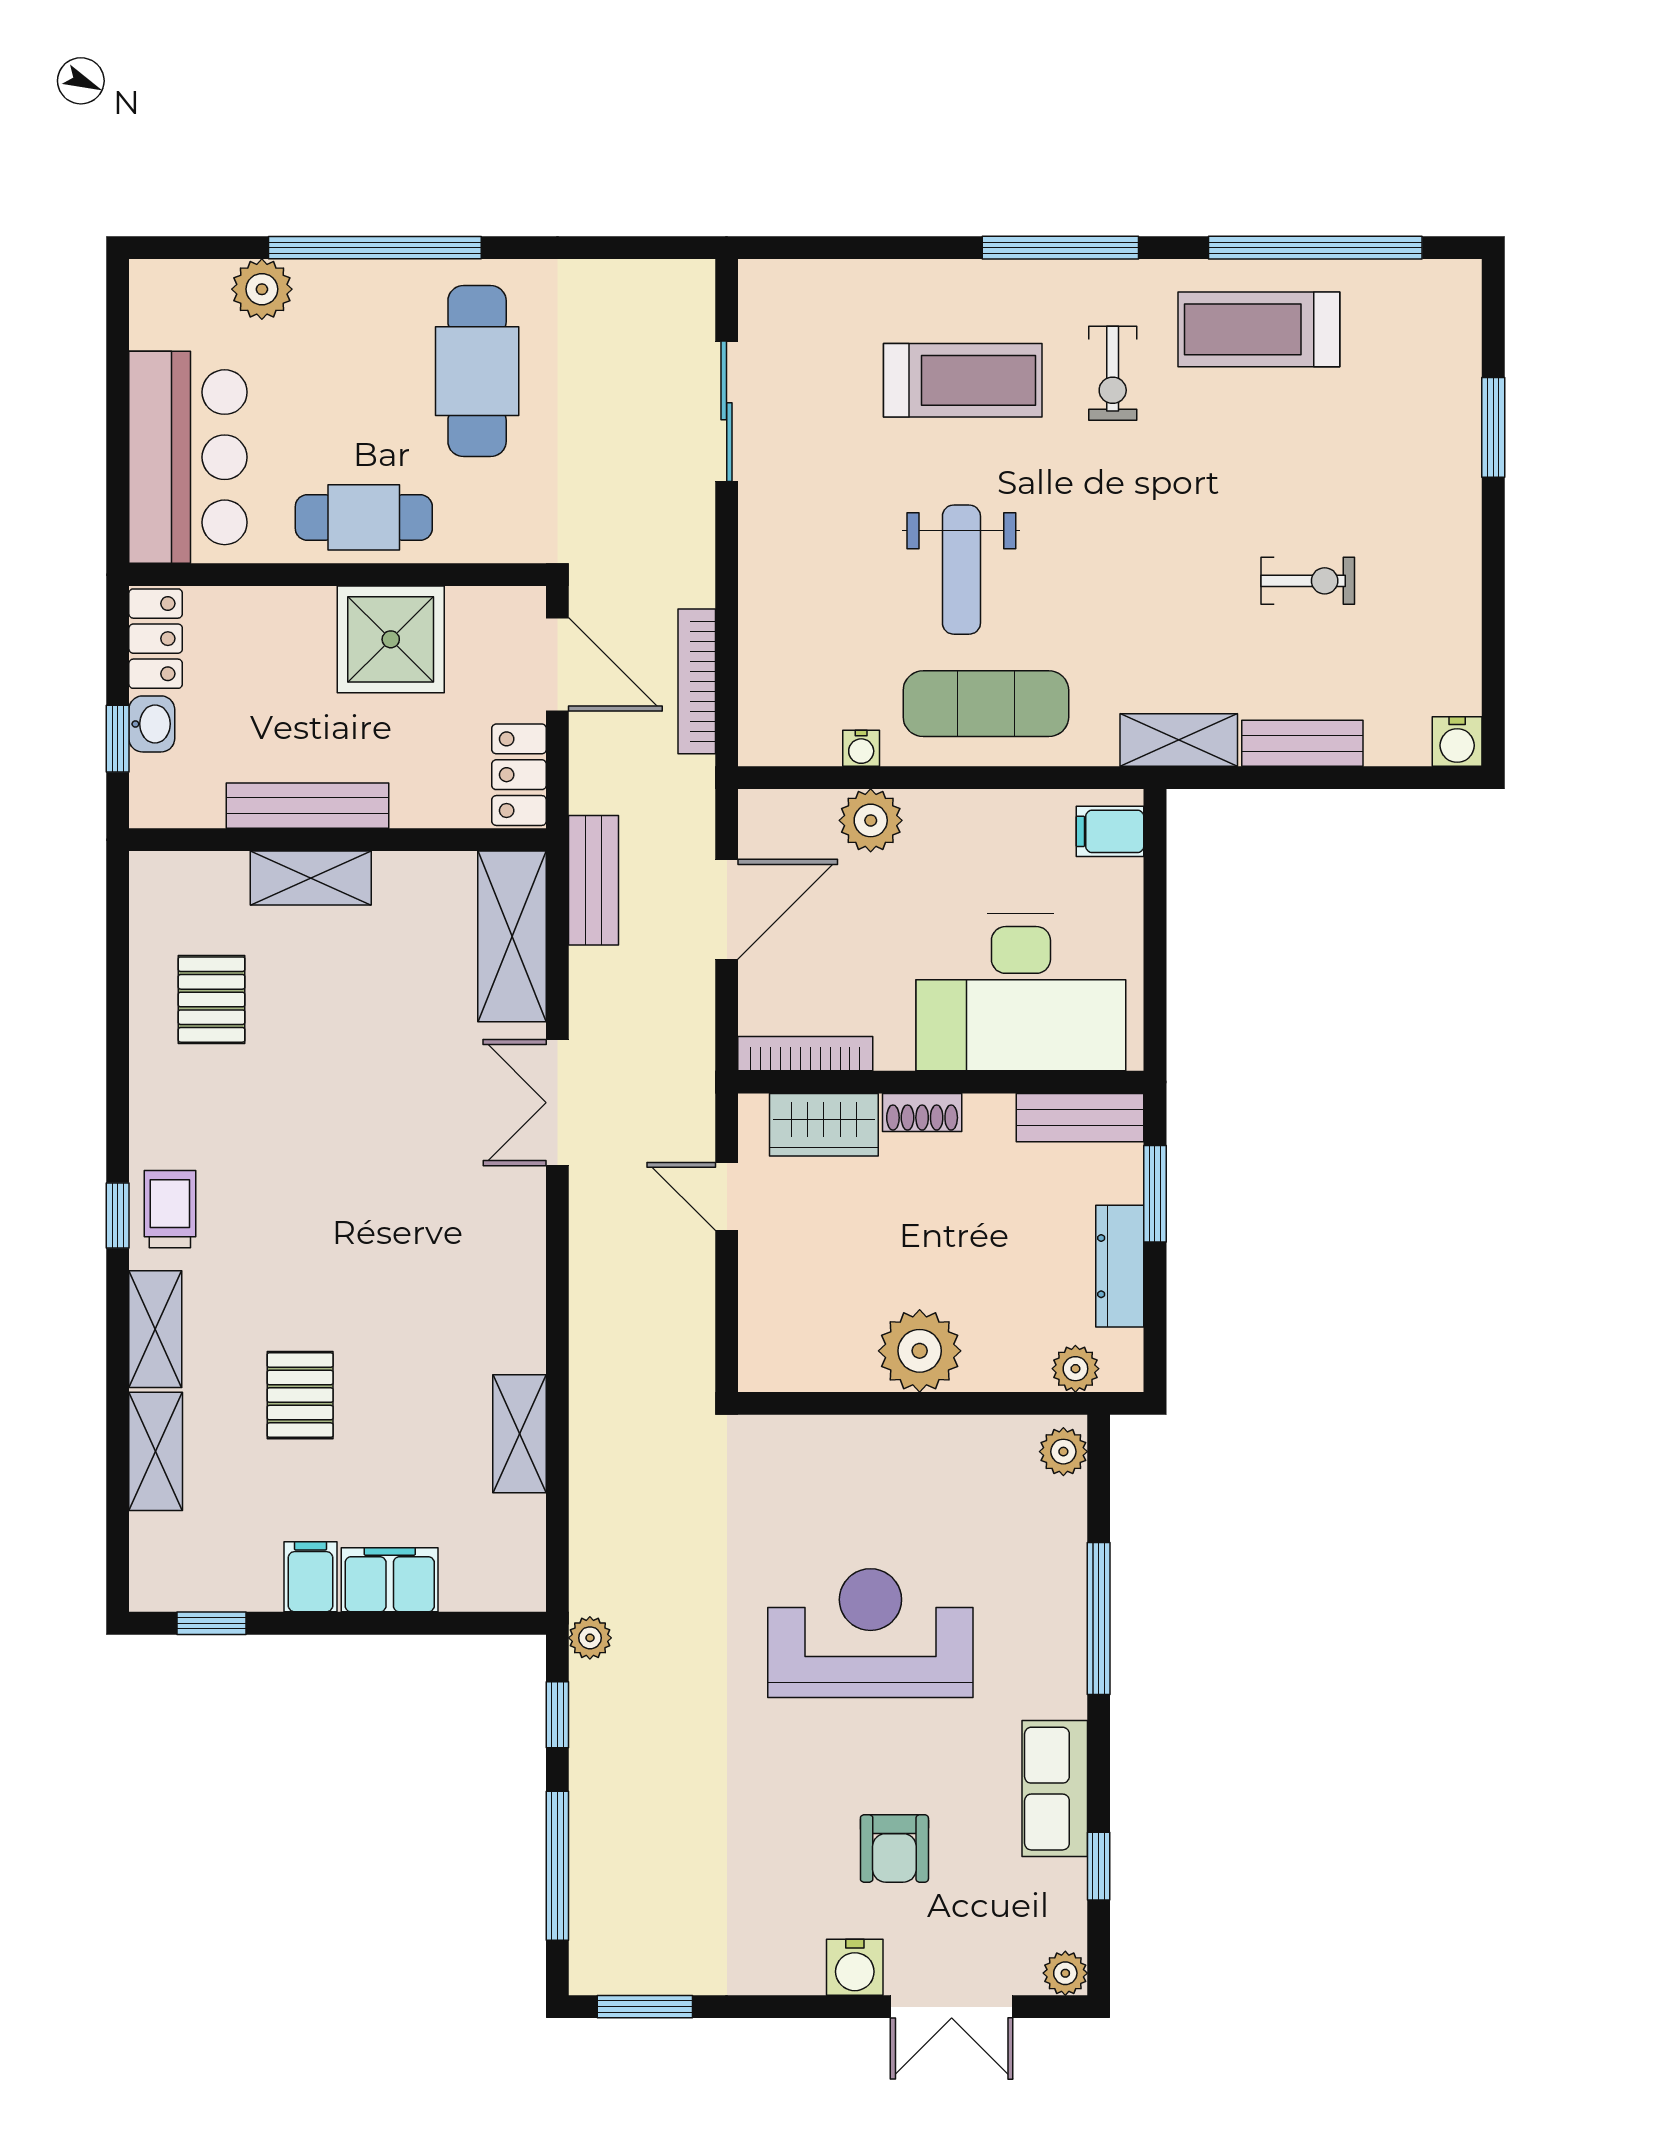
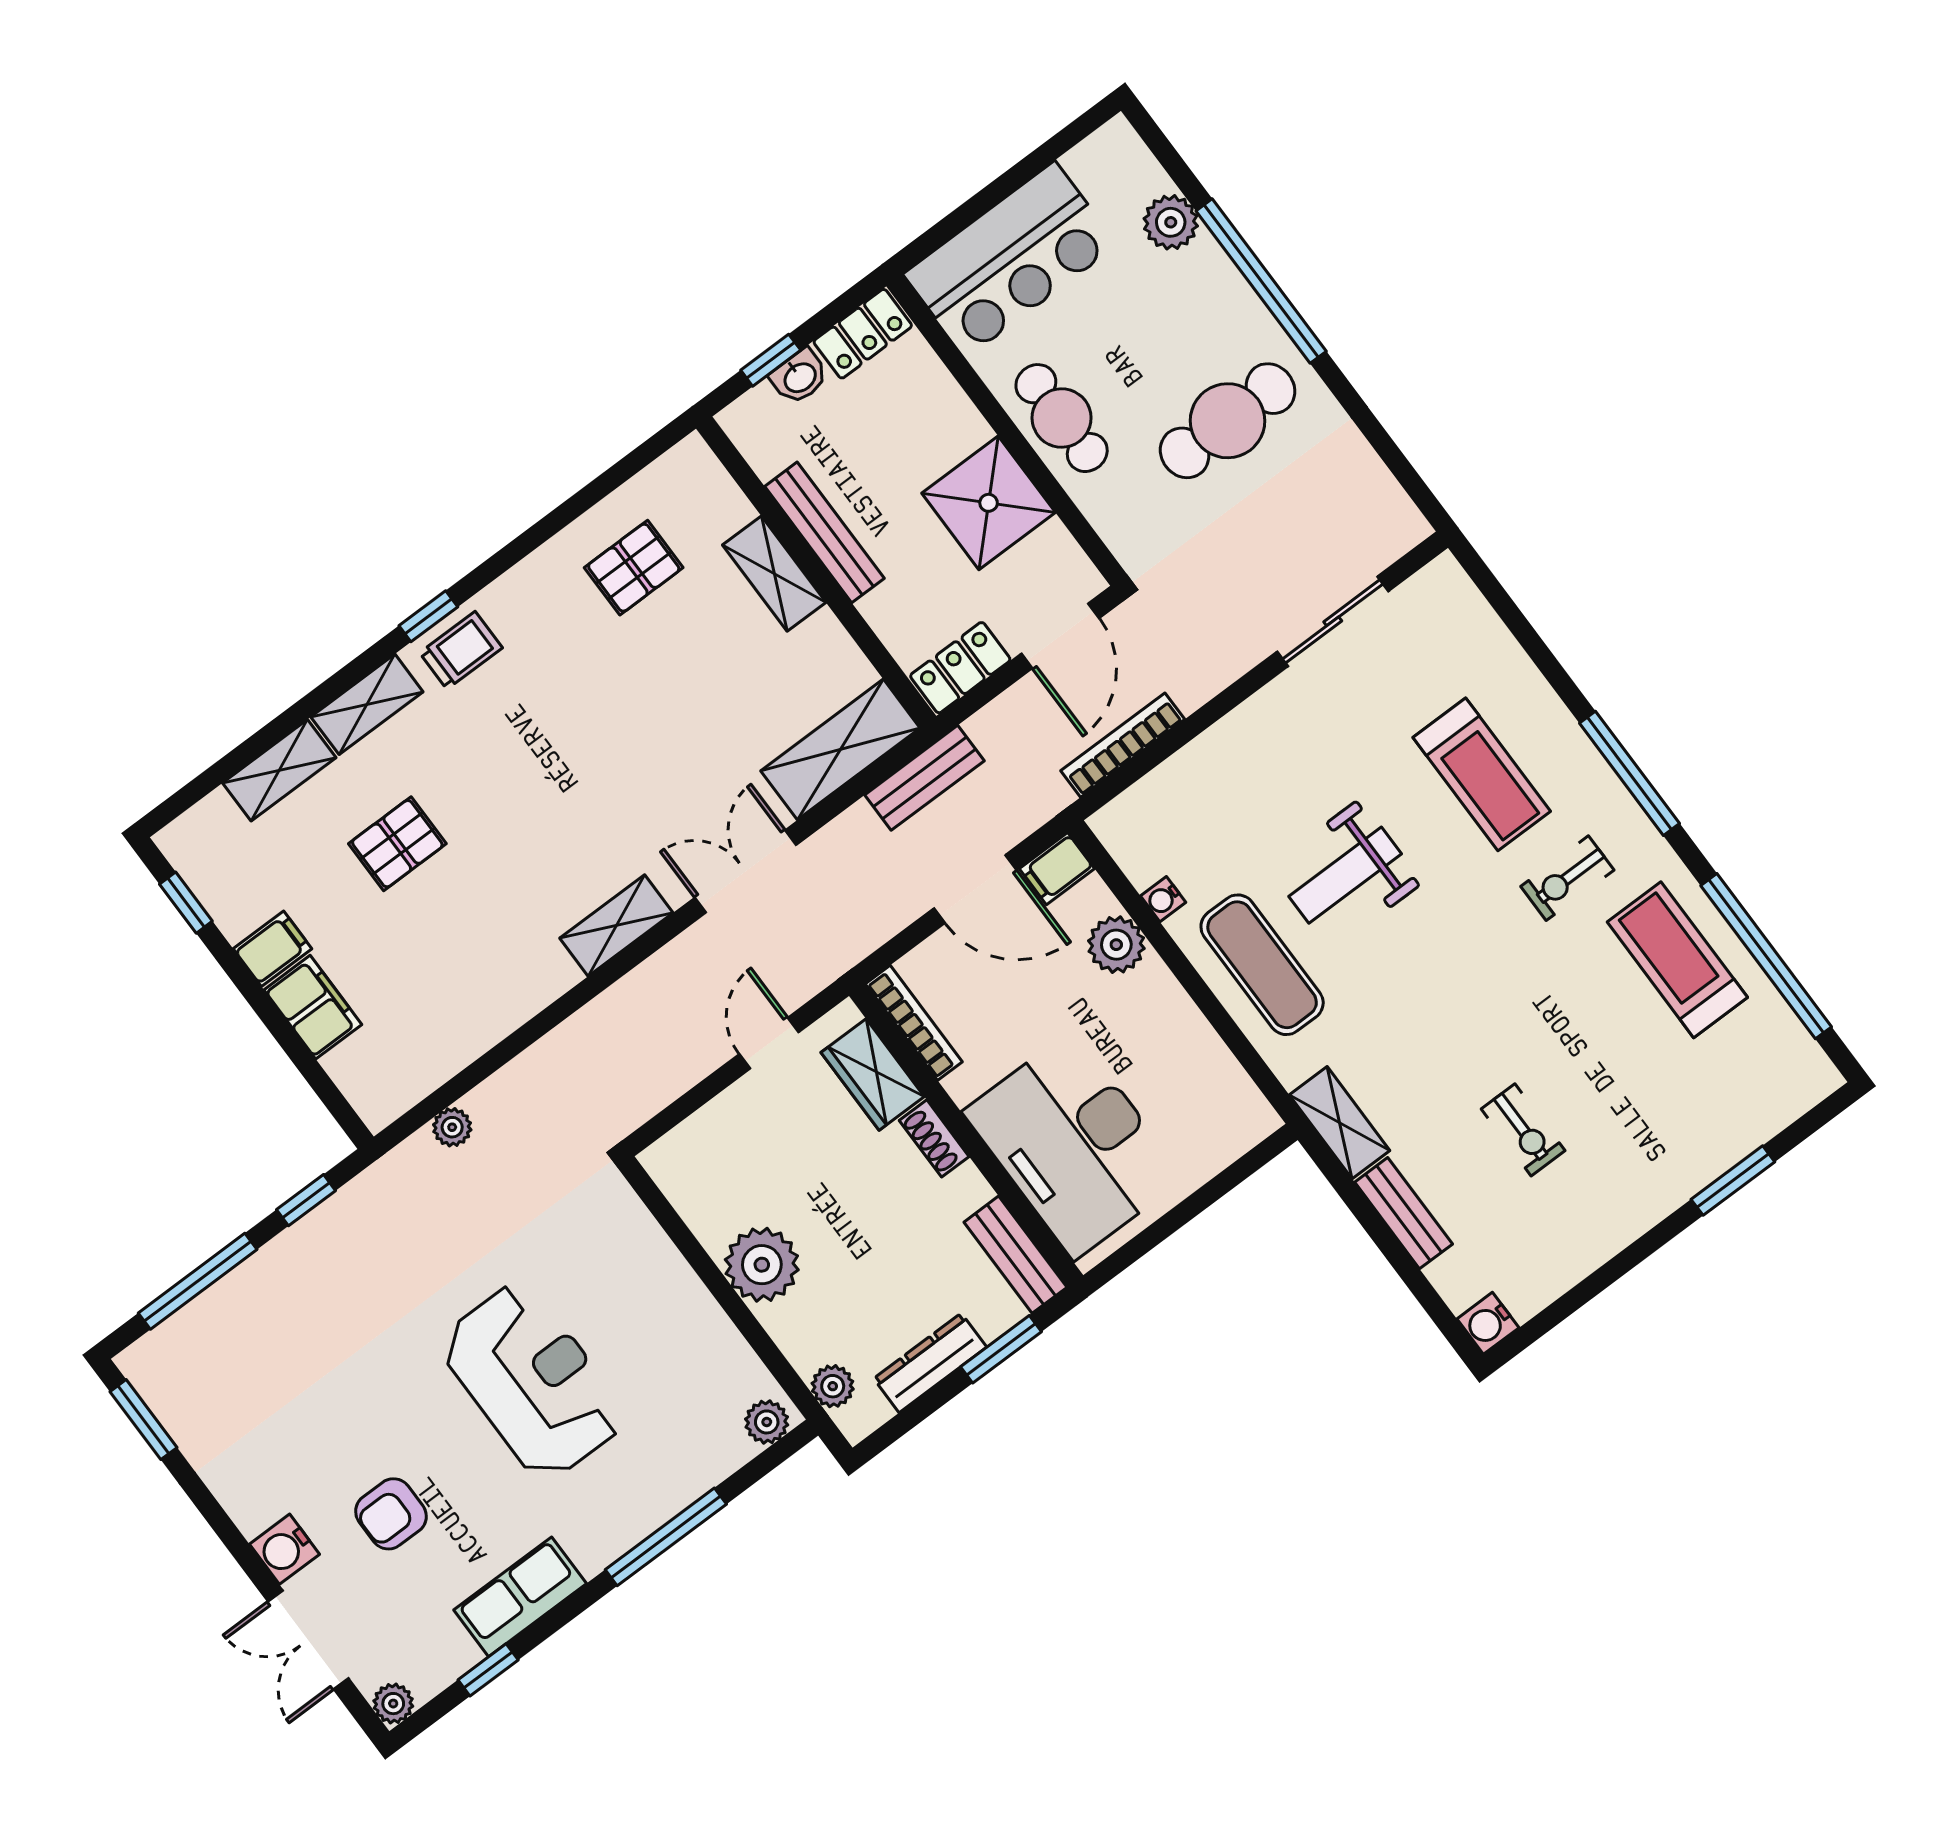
filing cabinet: (1110, 831) -> (1057, 869), moved, turned -90
shelving: (520, 1434) -> (616, 926), moved
plant: (590, 1638) -> (452, 1127), moved

